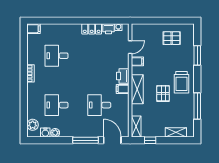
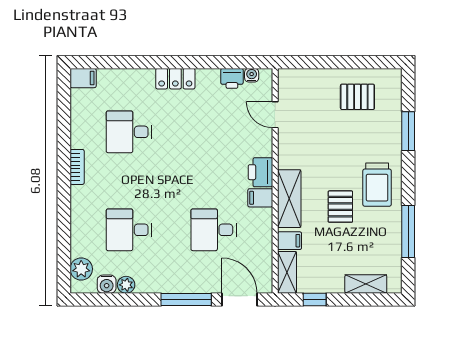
locker: (92, 29) -> (175, 79), moved
door: (130, 47) -> (275, 115), swing flipped
filing cabinet: (137, 61) -> (289, 241), moved

